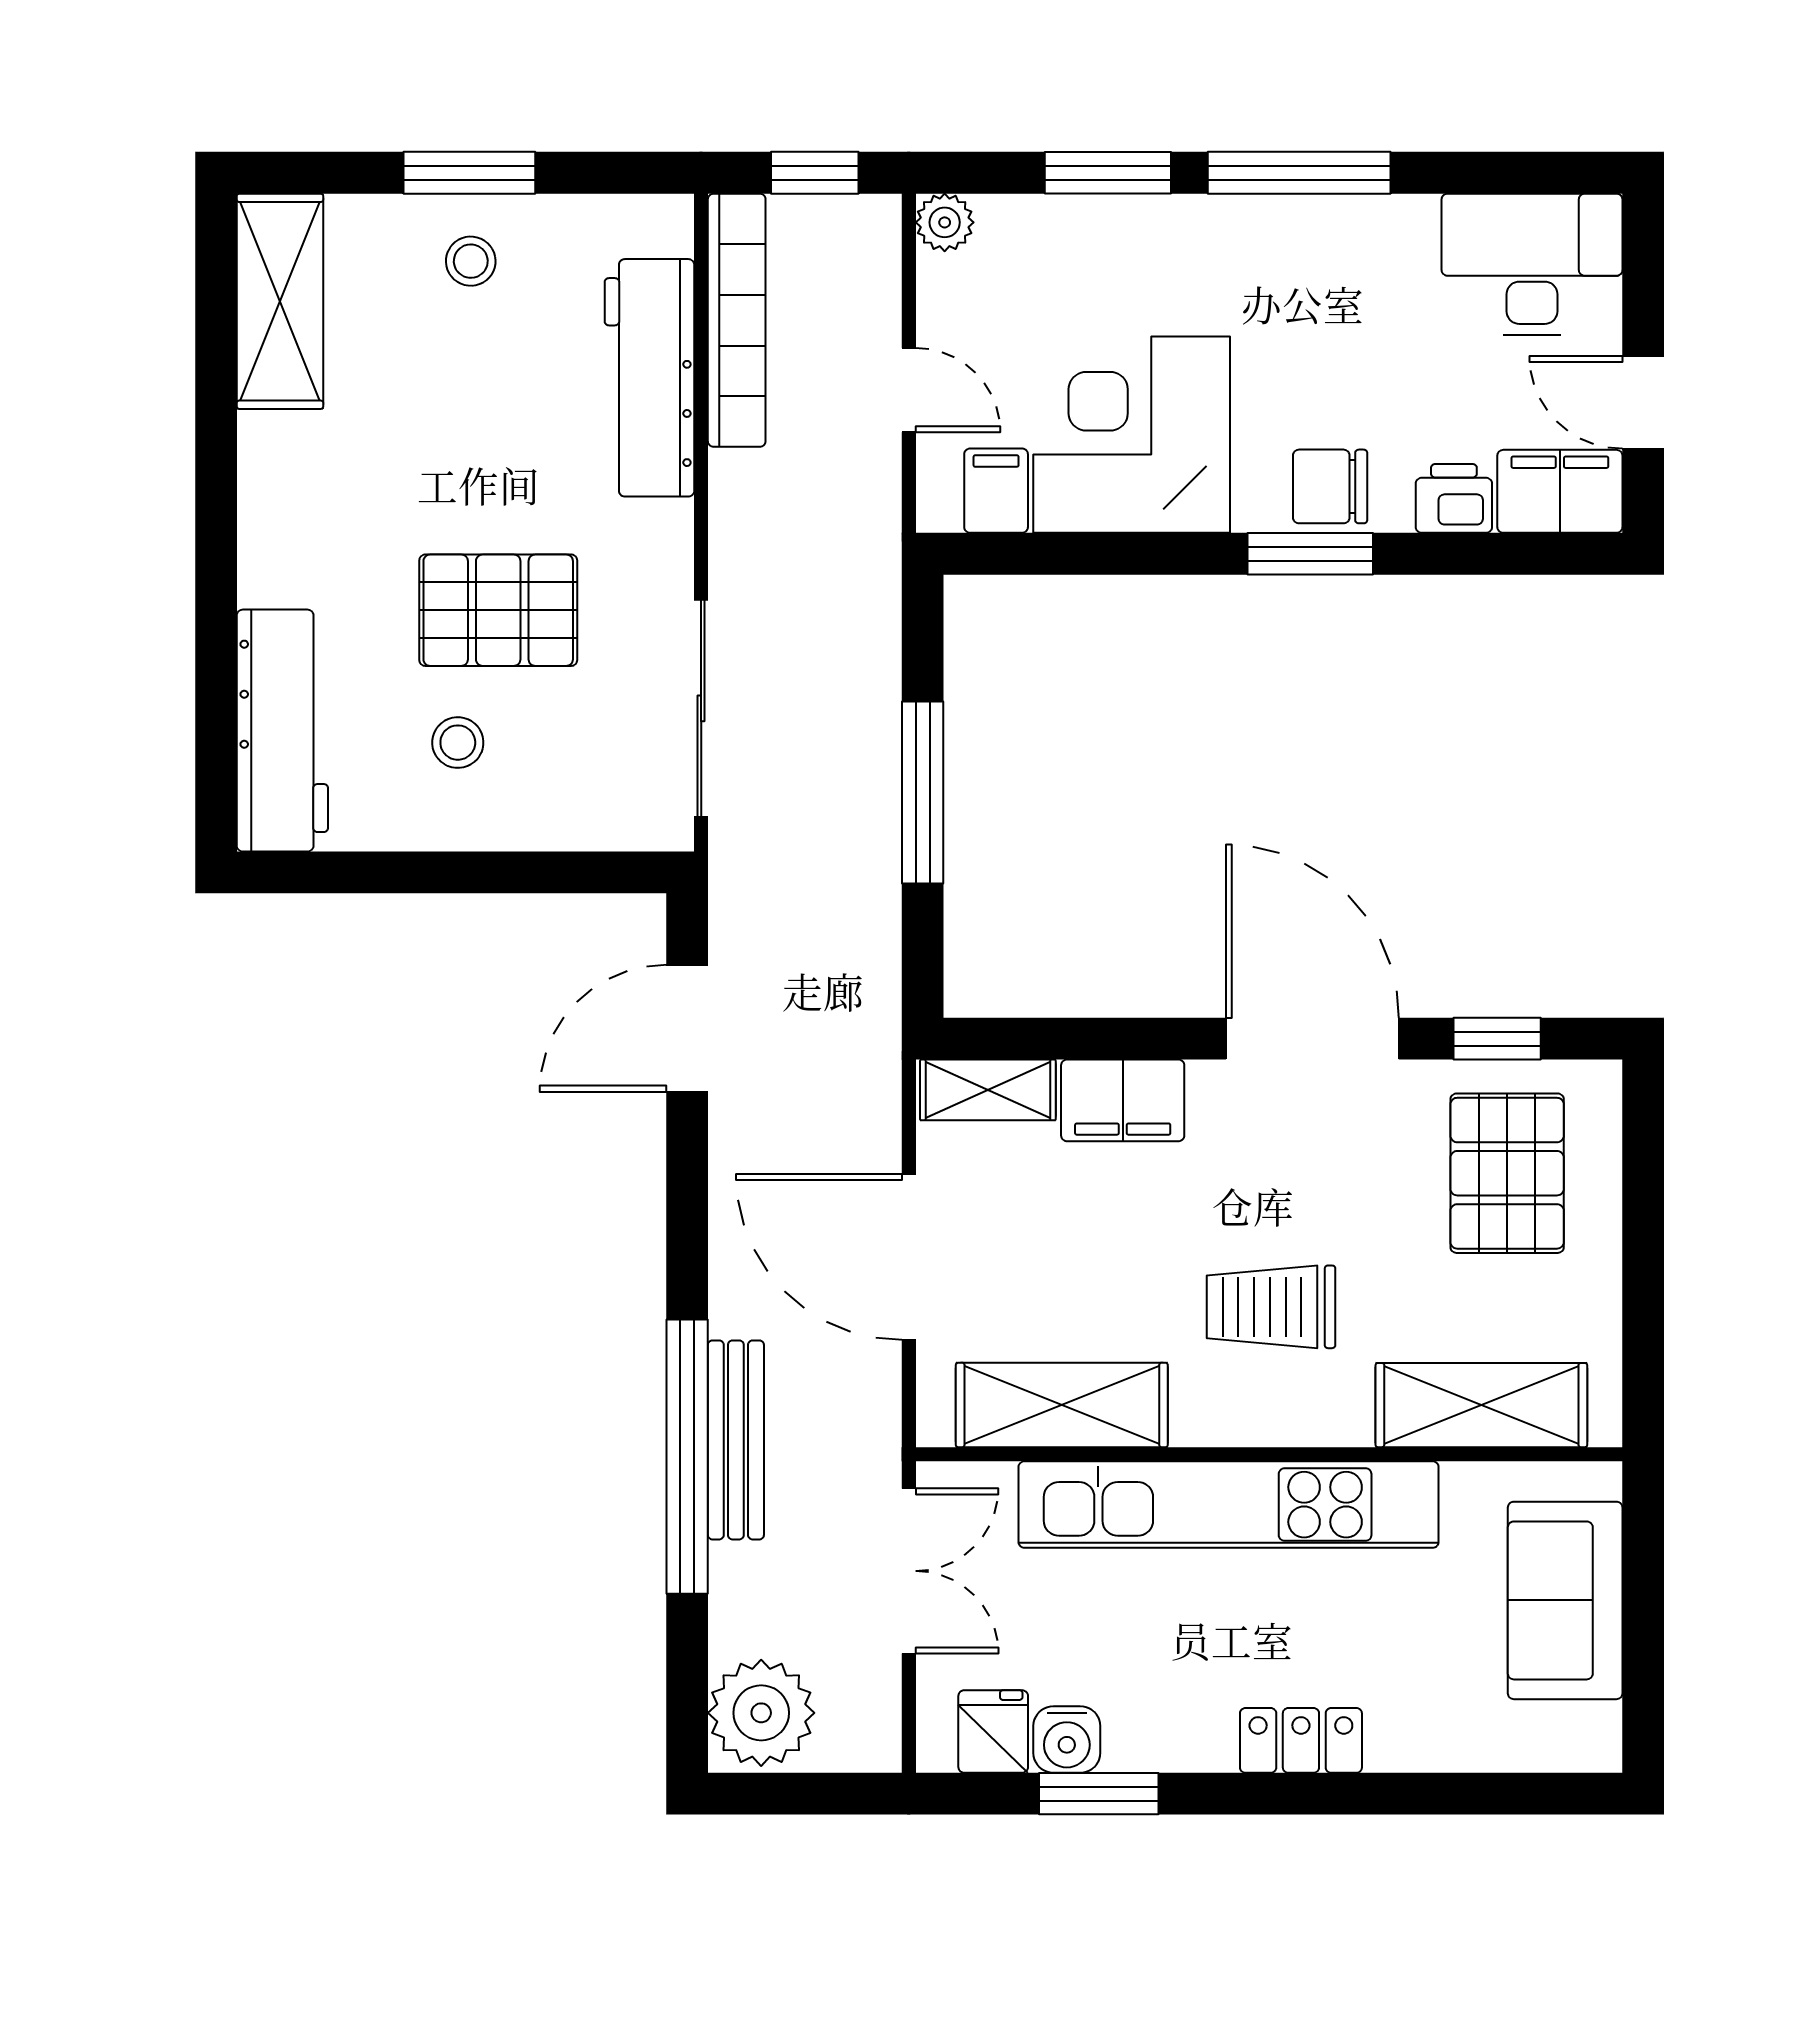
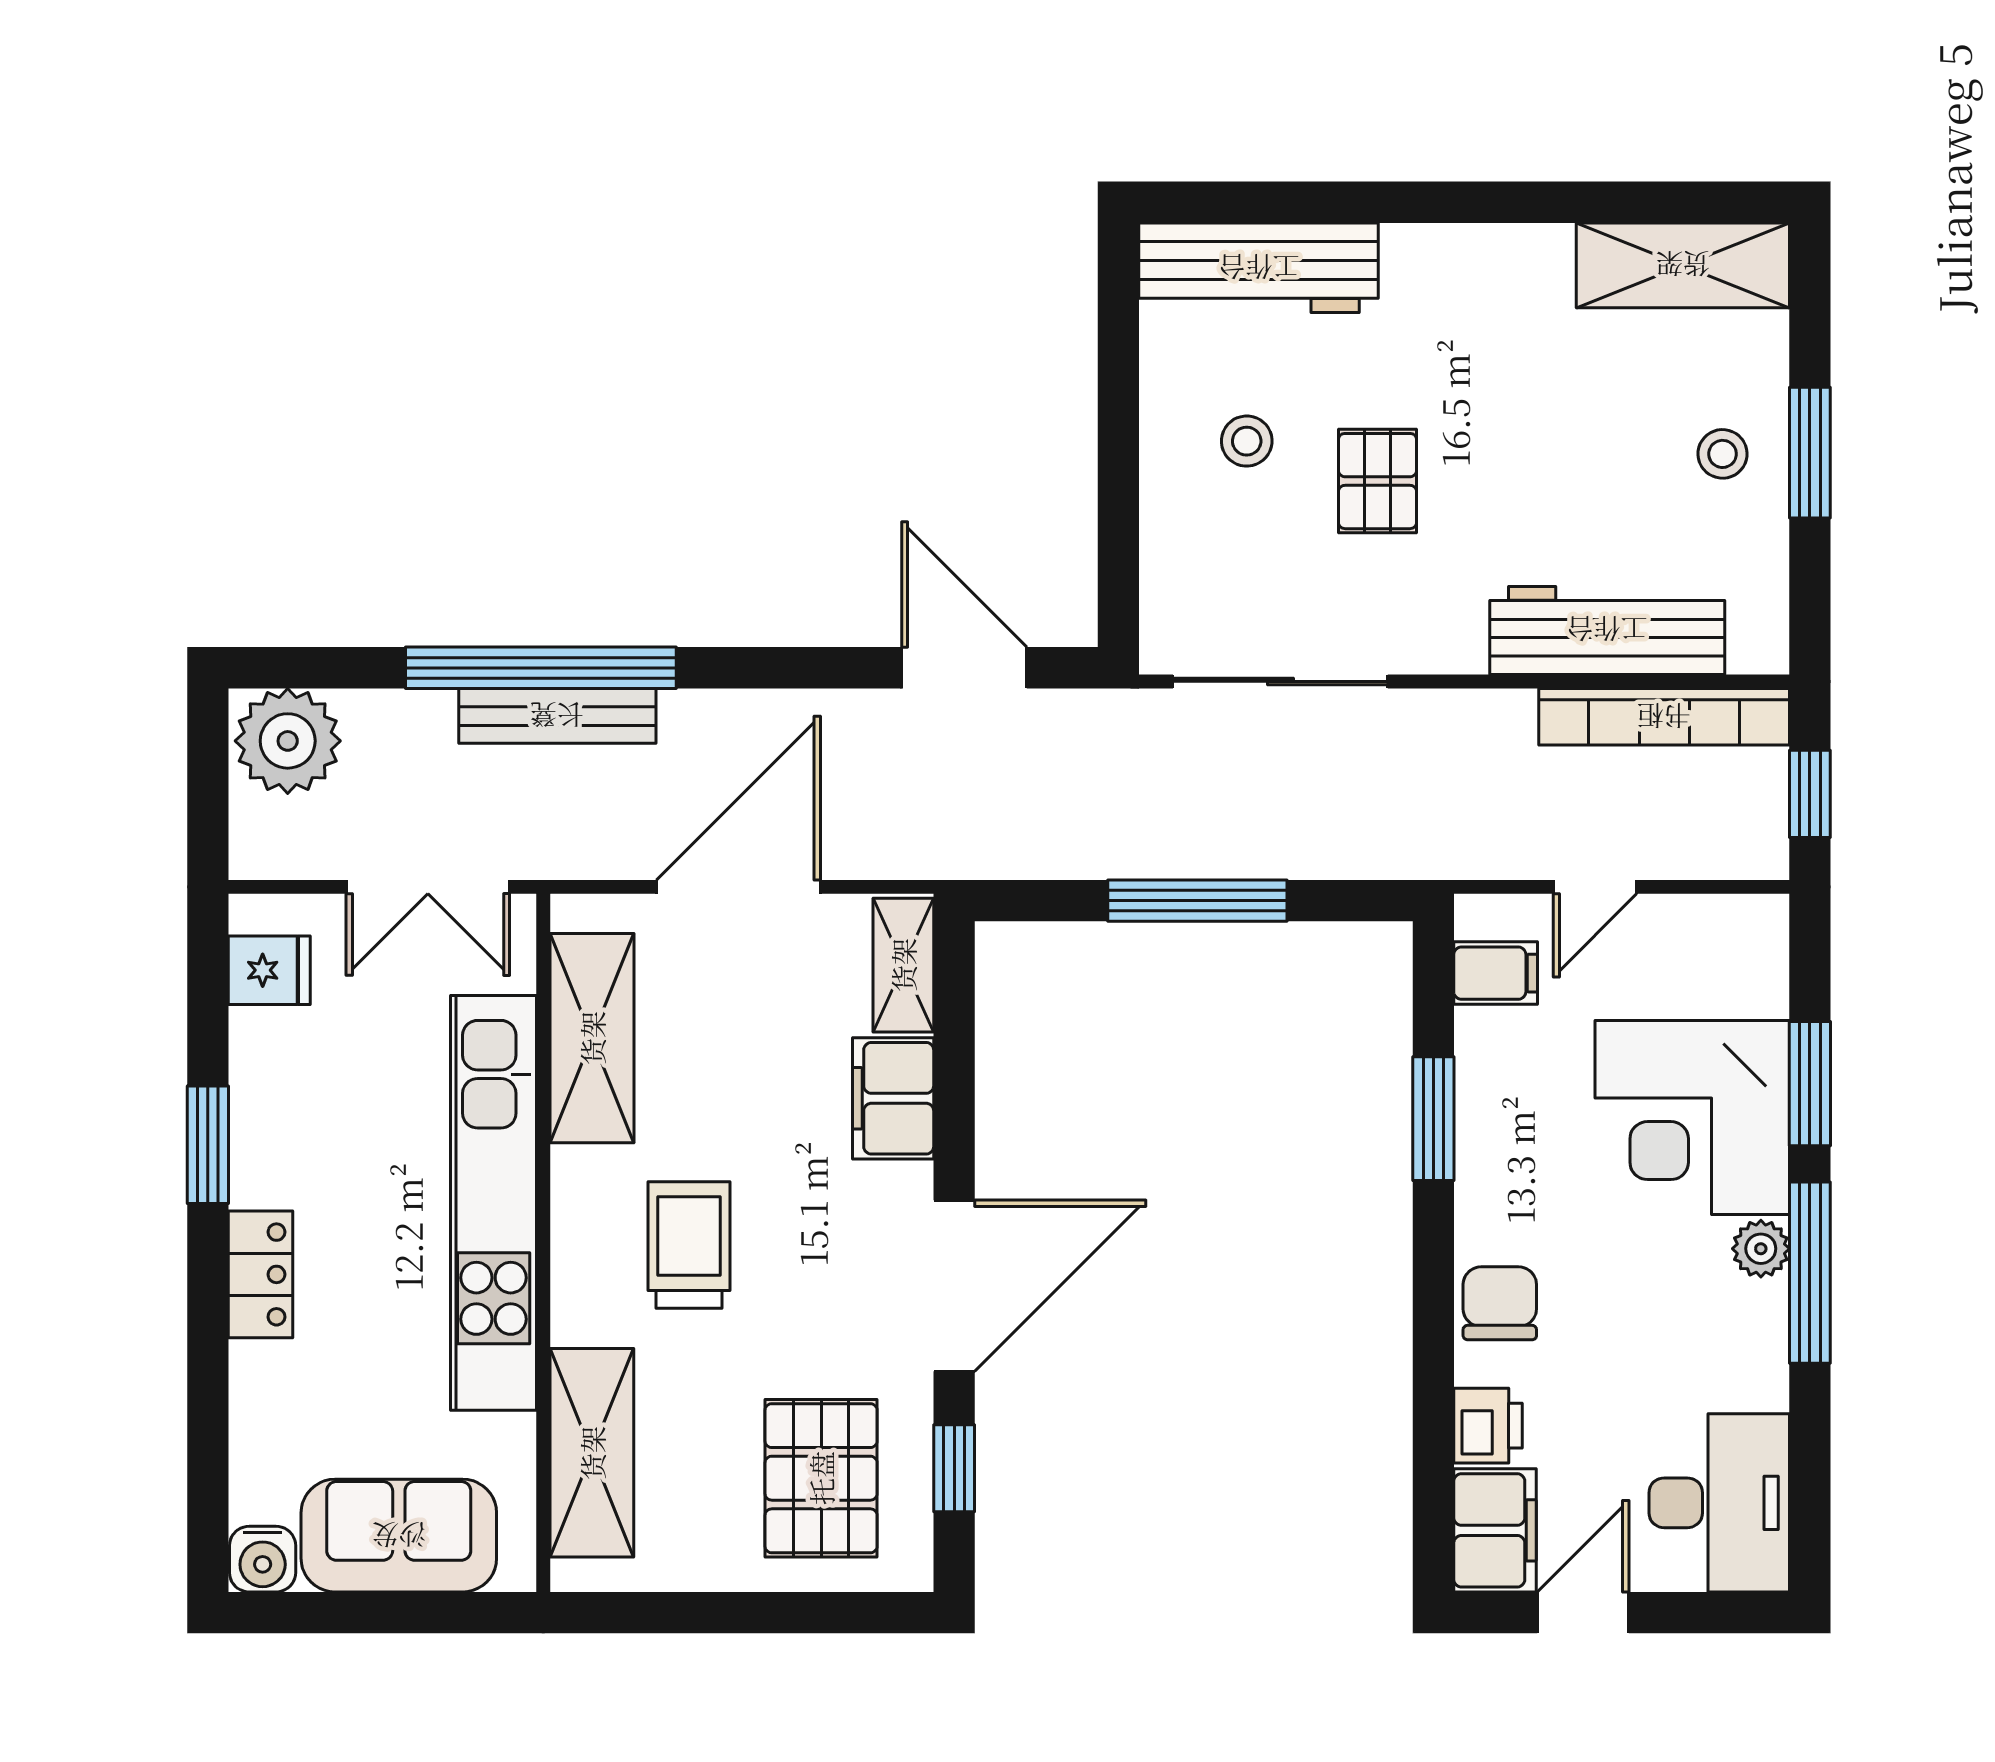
plant: (945, 222) -> (1761, 1249), moved
corner desk: (1132, 435) -> (1692, 1118), moved, turned 180
window: (1310, 554) -> (1433, 1119), moved
pallet: (498, 610) -> (1377, 481), width x0.67, depth x0.71
pallet: (1507, 1173) -> (821, 1478), turned 90
water cooler: (1067, 1739) -> (263, 1559), moved, turned -90
window: (1099, 1794) -> (208, 1145), moved

